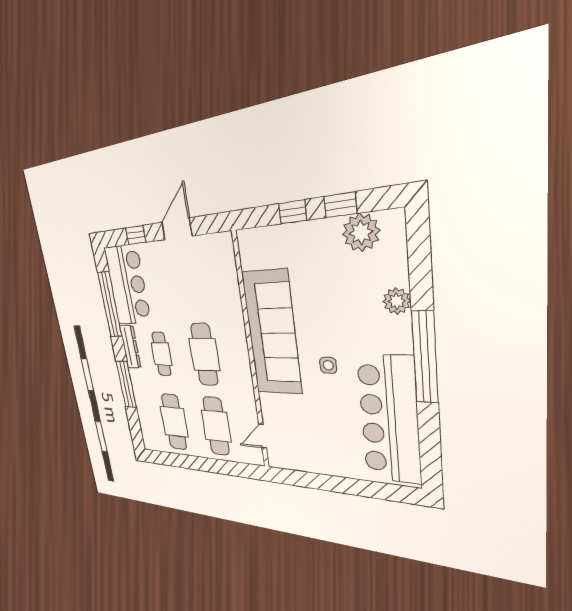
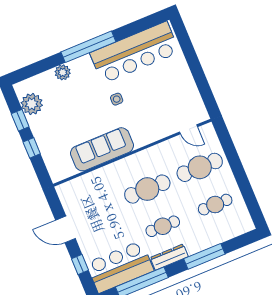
sofa: (272, 333) -> (102, 149), width x0.74, depth x0.79
cafe table: (174, 422) -> (215, 205), width x0.73, depth x0.74

